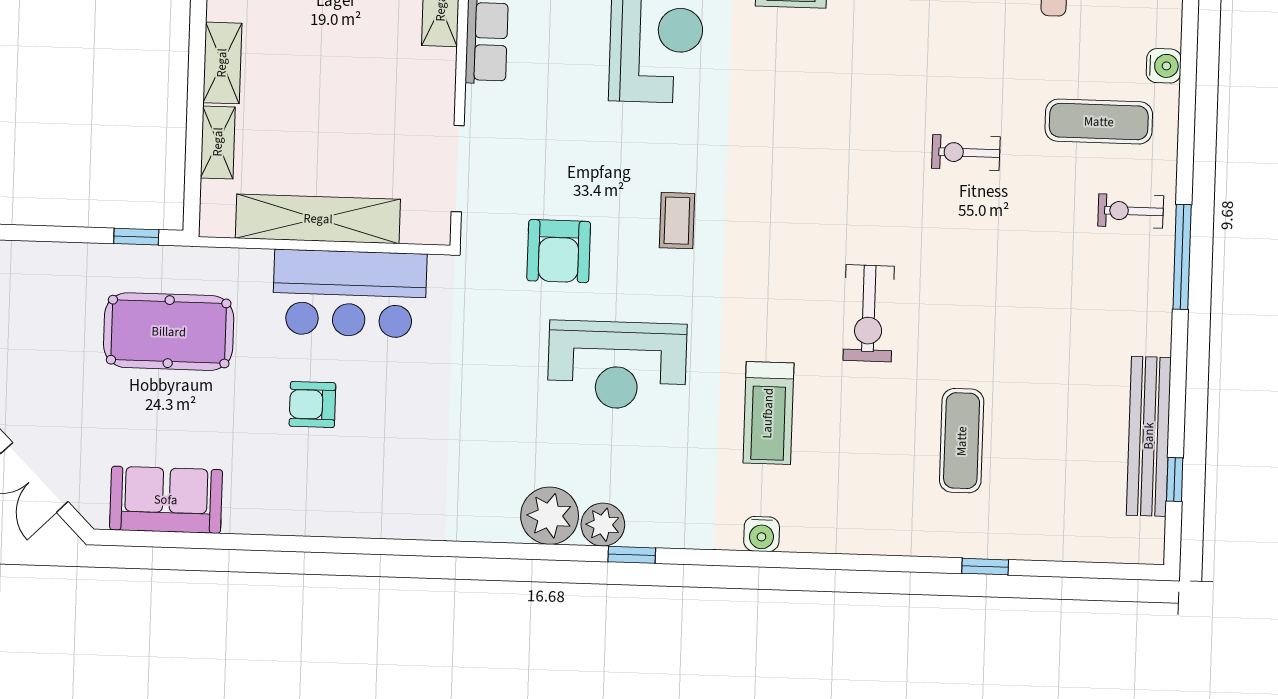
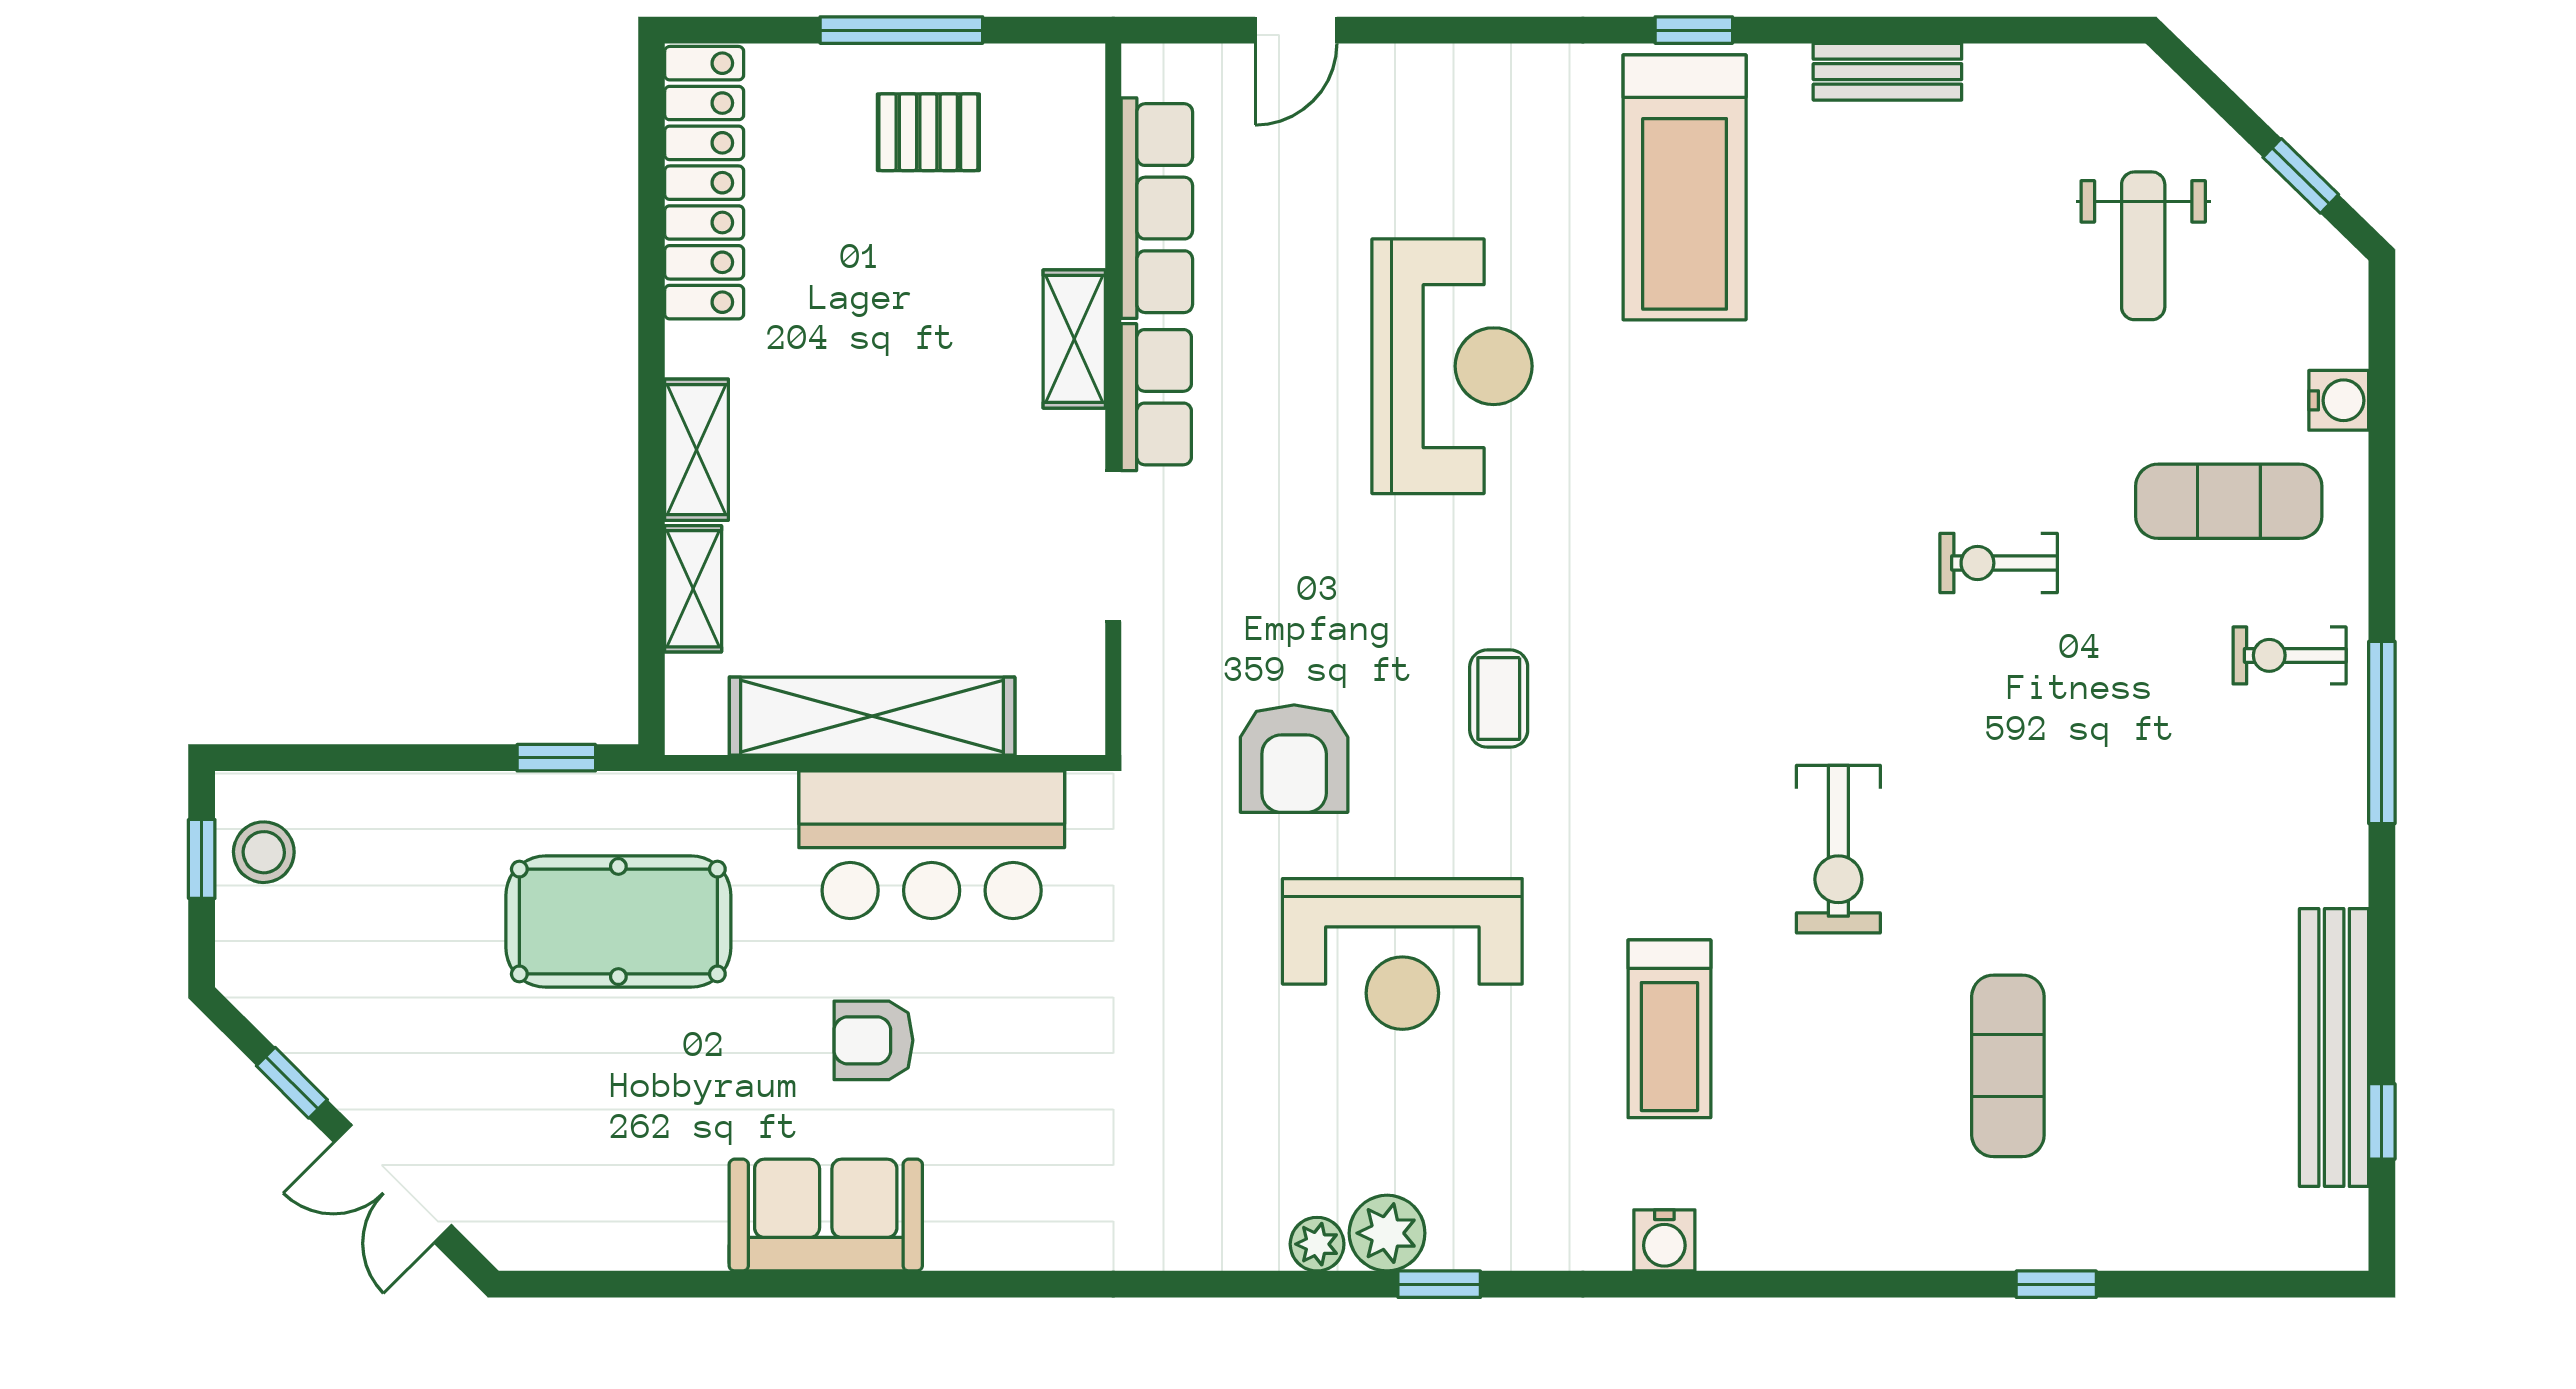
doorway: (458, 169) -> (1113, 546), moved
sofa: (166, 500) -> (826, 1215), moved
plant: (550, 516) -> (1317, 1244), width x0.53, depth x0.53

